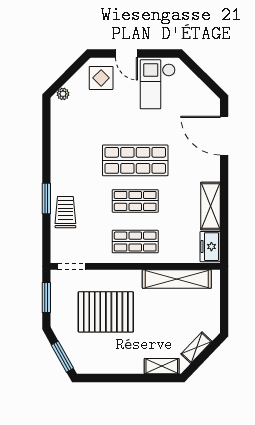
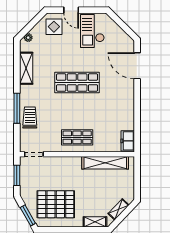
window: (46, 198) -> (17, 108), width x1.44
shop shelf: (135, 201) -> (77, 110), removed
shelving: (210, 206) -> (26, 68), moved
pallet: (106, 312) -> (56, 204), moved

